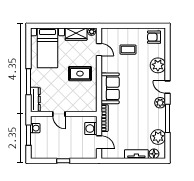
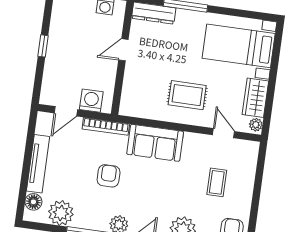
door: (99, 50) -> (223, 133), swing flipped
rug: (80, 74) -> (187, 95), turned 90
armchair: (133, 113) -> (109, 176), added
tv unit: (136, 154) -> (38, 164), width x1.41

